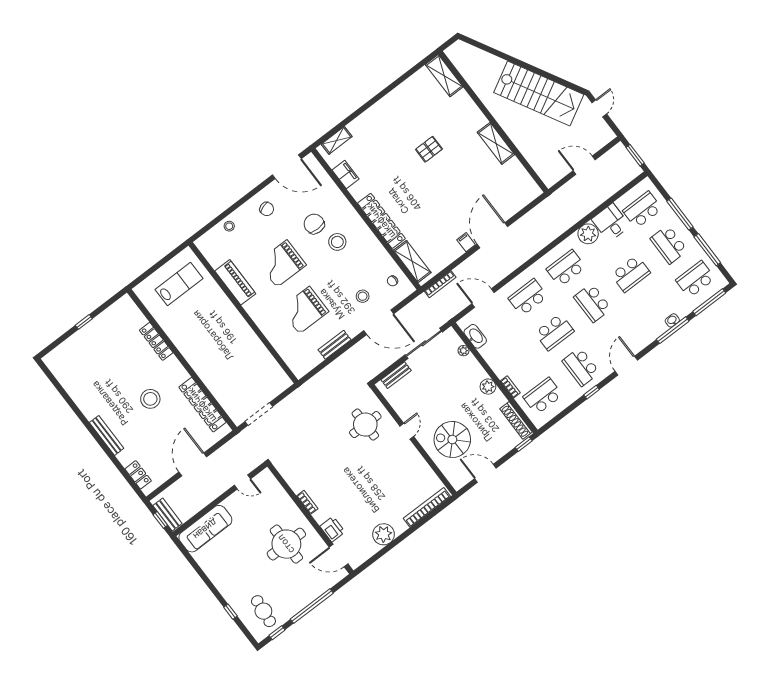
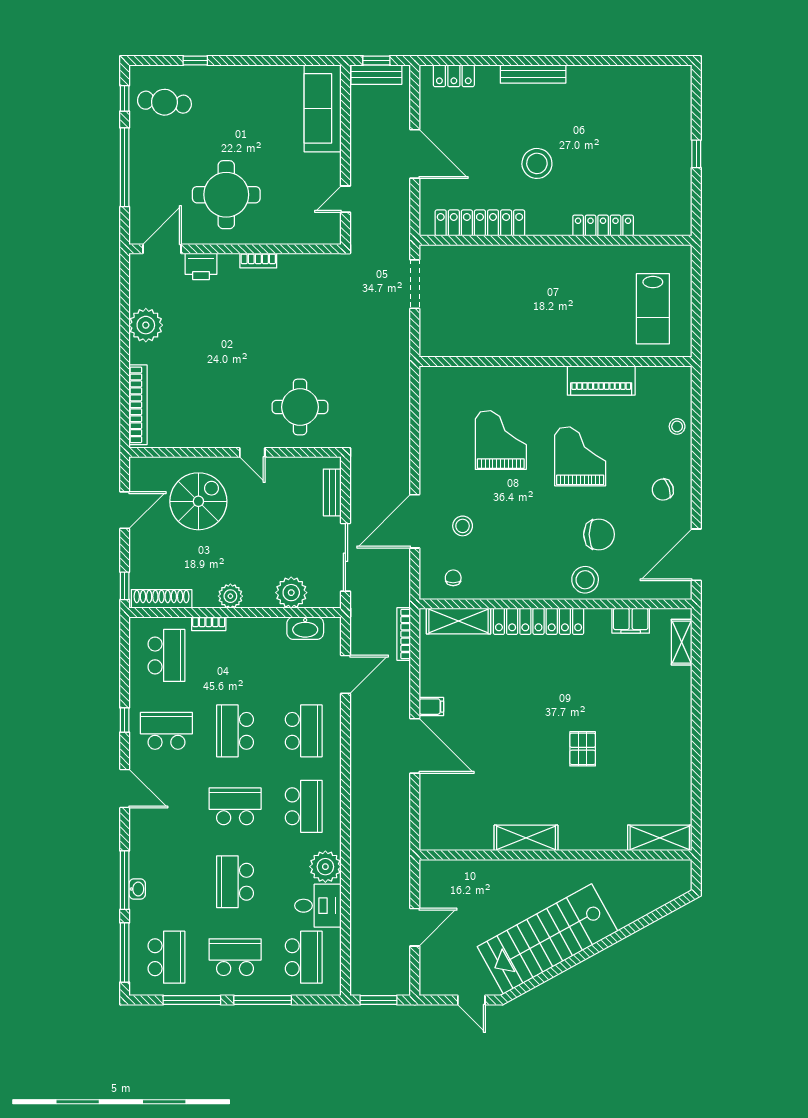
stool: (337, 242) -> (585, 580), moved
bench: (335, 345) -> (429, 445), removed
plant: (463, 351) -> (291, 593), width x1.88, depth x1.88

